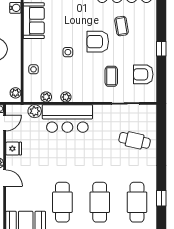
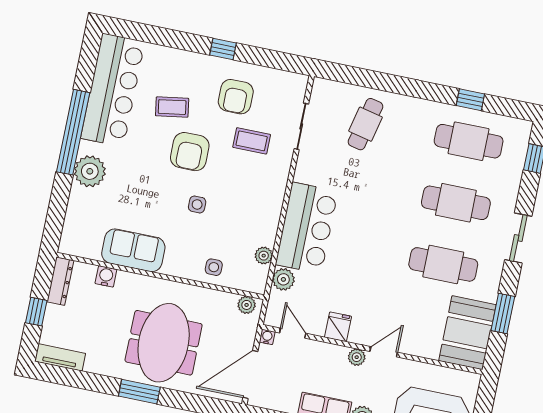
armchair: (143, 74) -> (236, 97), moved
plant: (66, 97) -> (271, 223), removed

